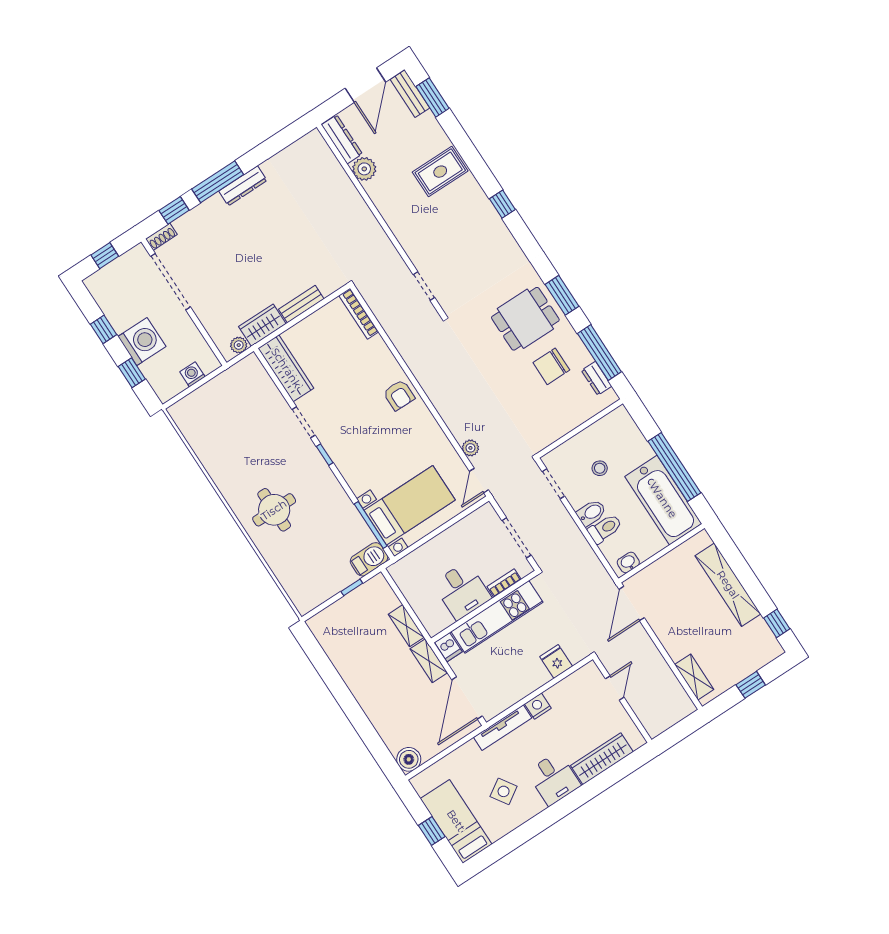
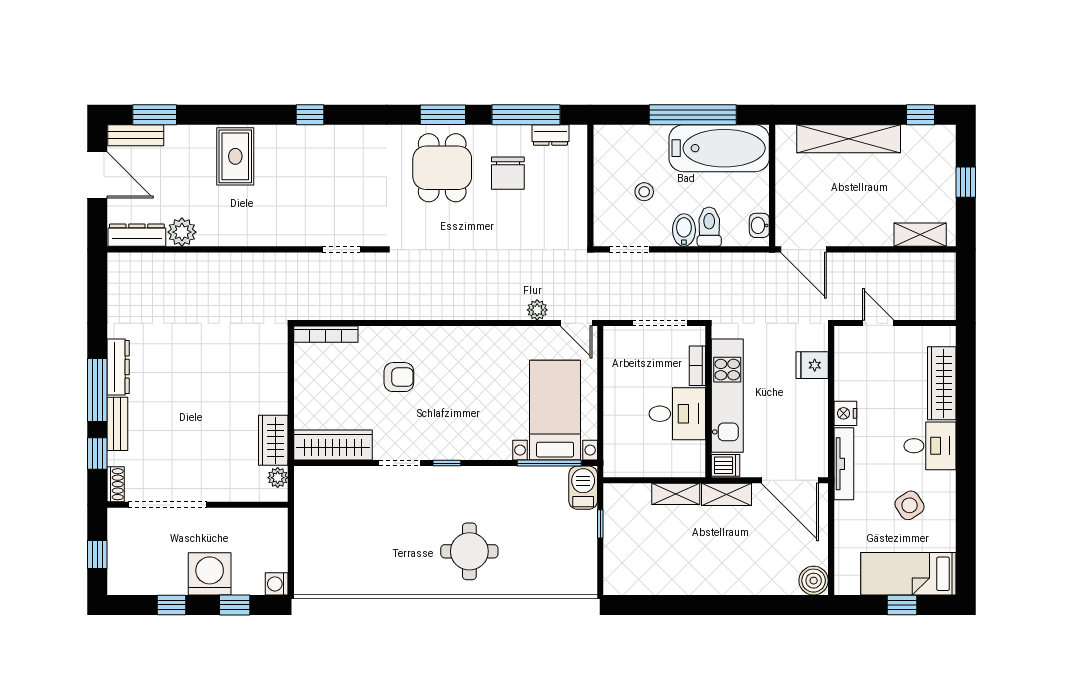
bench: (301, 304) -> (117, 424), moved
washing machine: (192, 374) -> (277, 584), moved
armchair: (399, 395) -> (399, 377), moved

